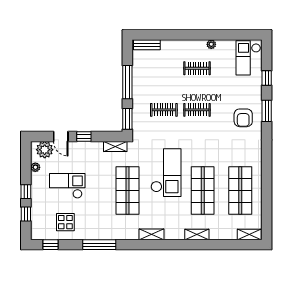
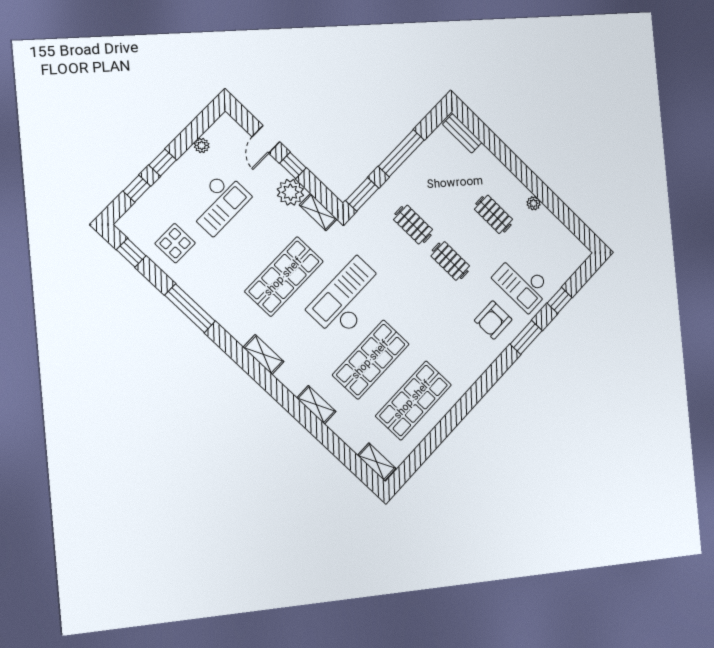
checkout: (248, 58) -> (522, 283), moved, turned -90
plant: (45, 150) -> (290, 192), moved
checkout: (166, 173) -> (348, 299), turned 180
checkout: (67, 186) -> (218, 203), turned 90

